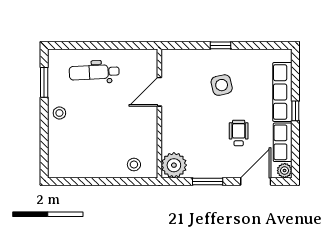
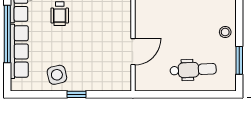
side table: (222, 85) -> (57, 75), moved
window: (295, 111) -> (7, 34), width x3.17

